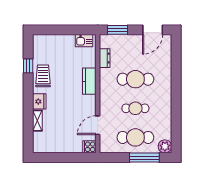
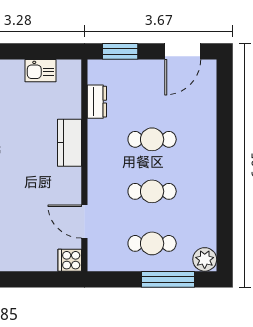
kitchen sink: (84, 41) -> (40, 71), moved
cafe table: (135, 79) -> (152, 139), width x0.73, depth x0.74
door: (98, 125) -> (84, 222), hinge flipped
cafe table: (135, 137) -> (152, 243), width x0.73, depth x0.74

